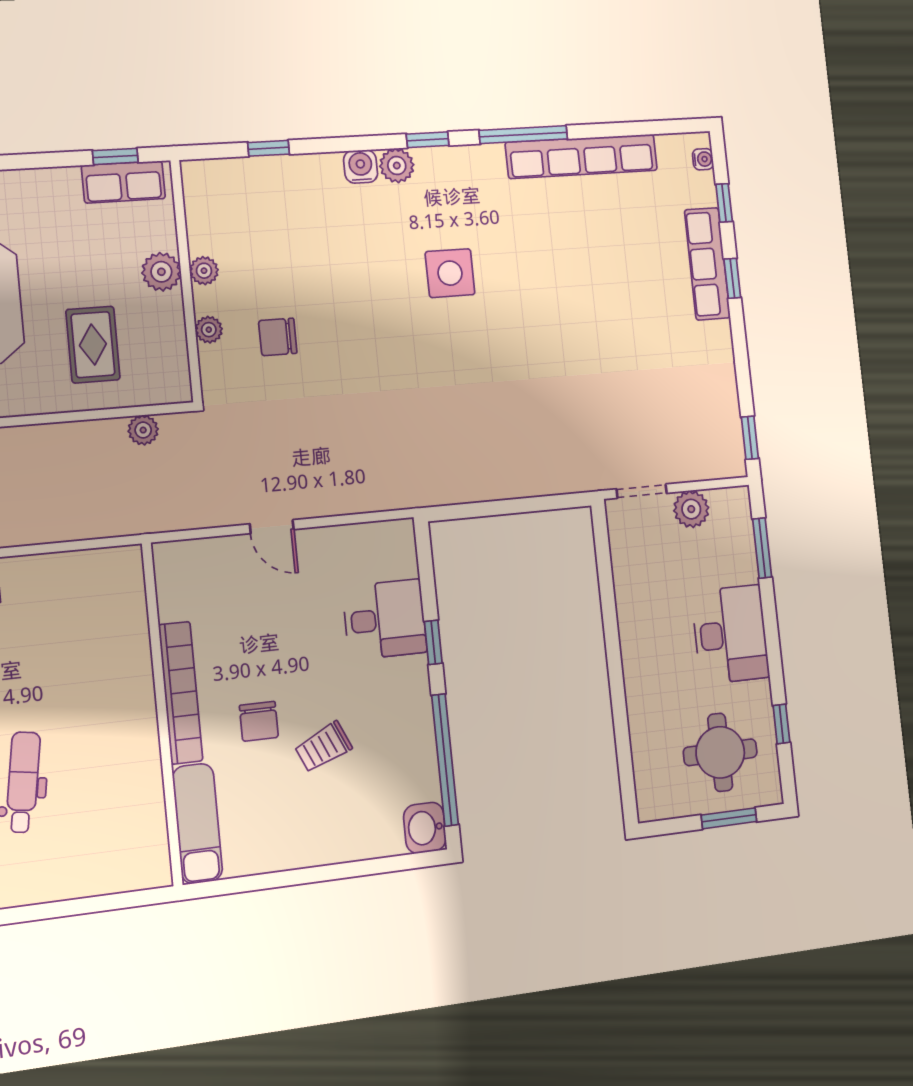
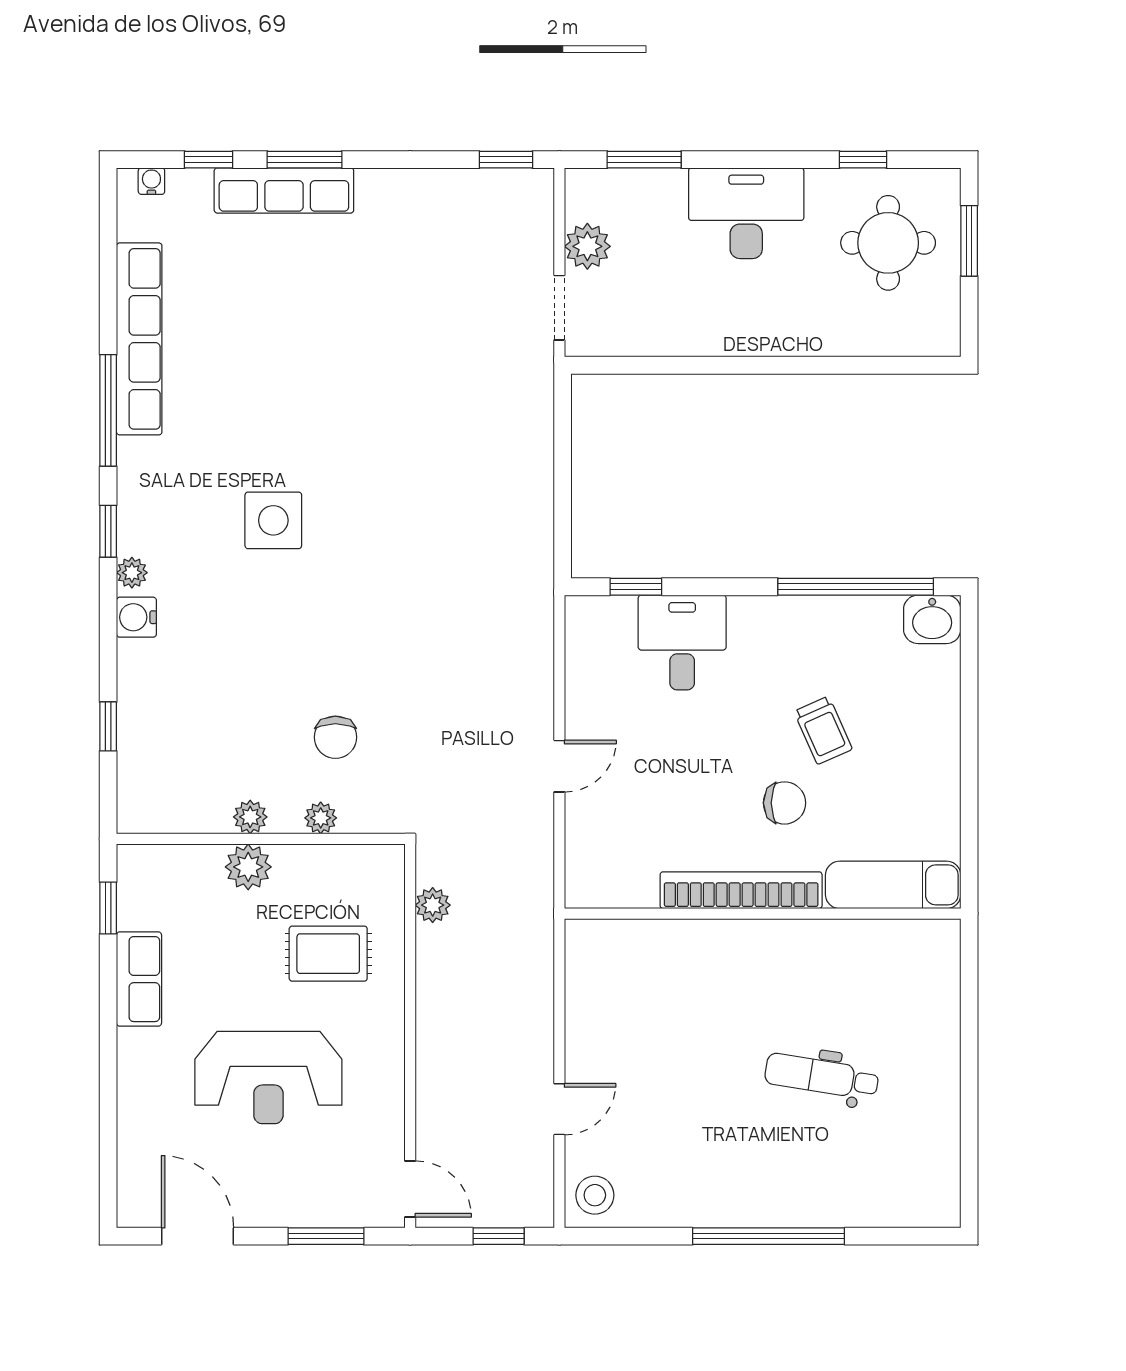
plant: (397, 166) -> (132, 573), width x0.73, depth x0.73
row of seats: (123, 182) -> (139, 979), moved
window: (732, 278) -> (304, 160), width x1.50
window: (433, 642) -> (636, 587), moved

